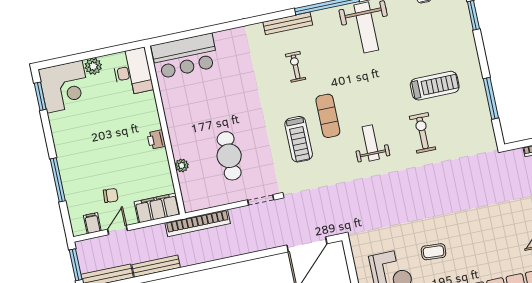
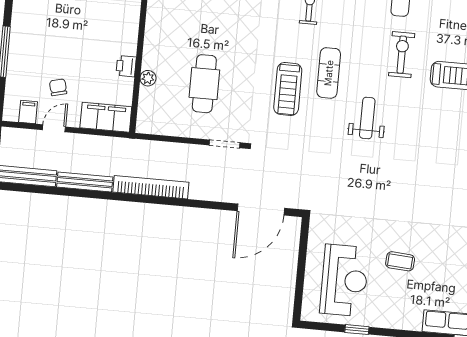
exercise bike: (422, 133) -> (402, 55), moved
printer: (156, 140) -> (126, 66), moved
chair: (111, 195) -> (58, 87), turned -108
bookcase: (198, 223) -> (151, 187), moved, turned 180

